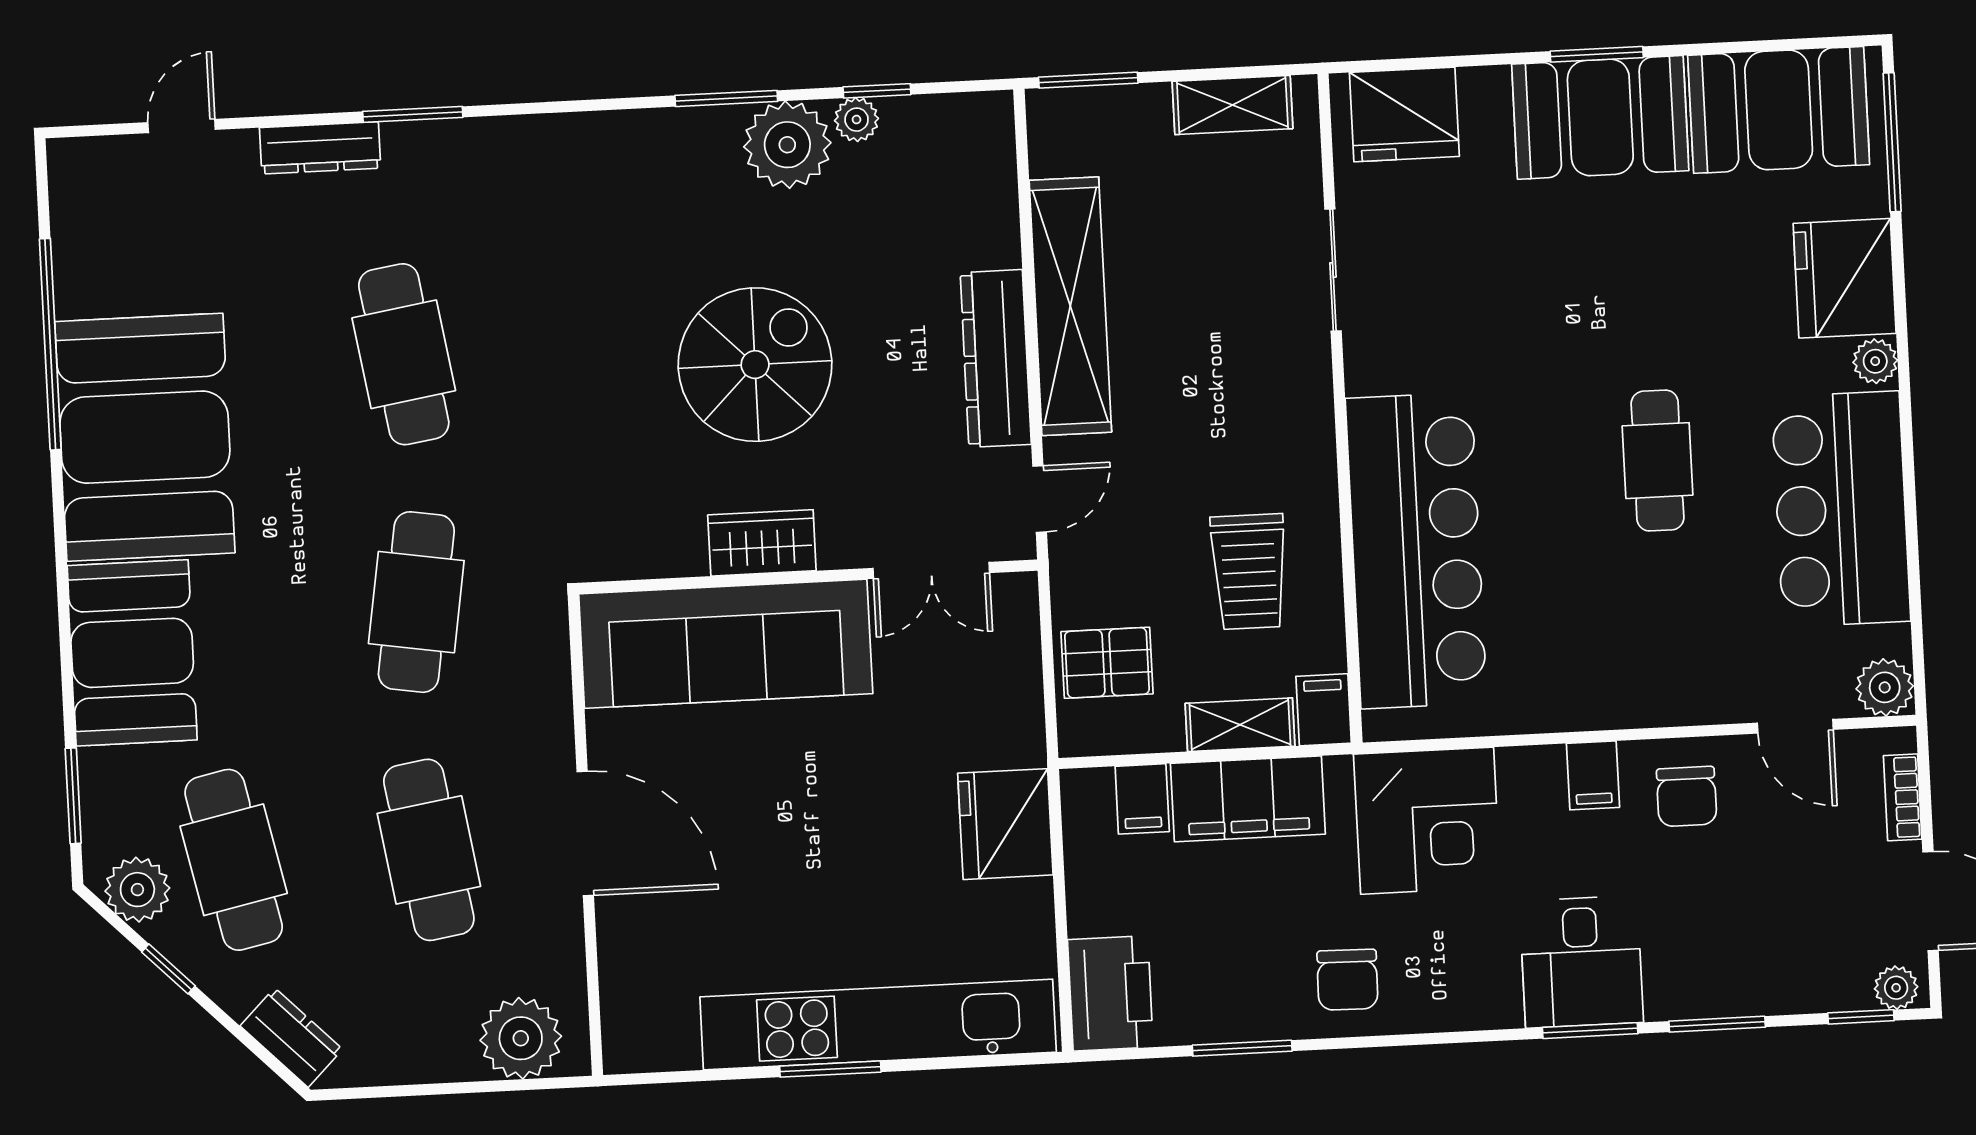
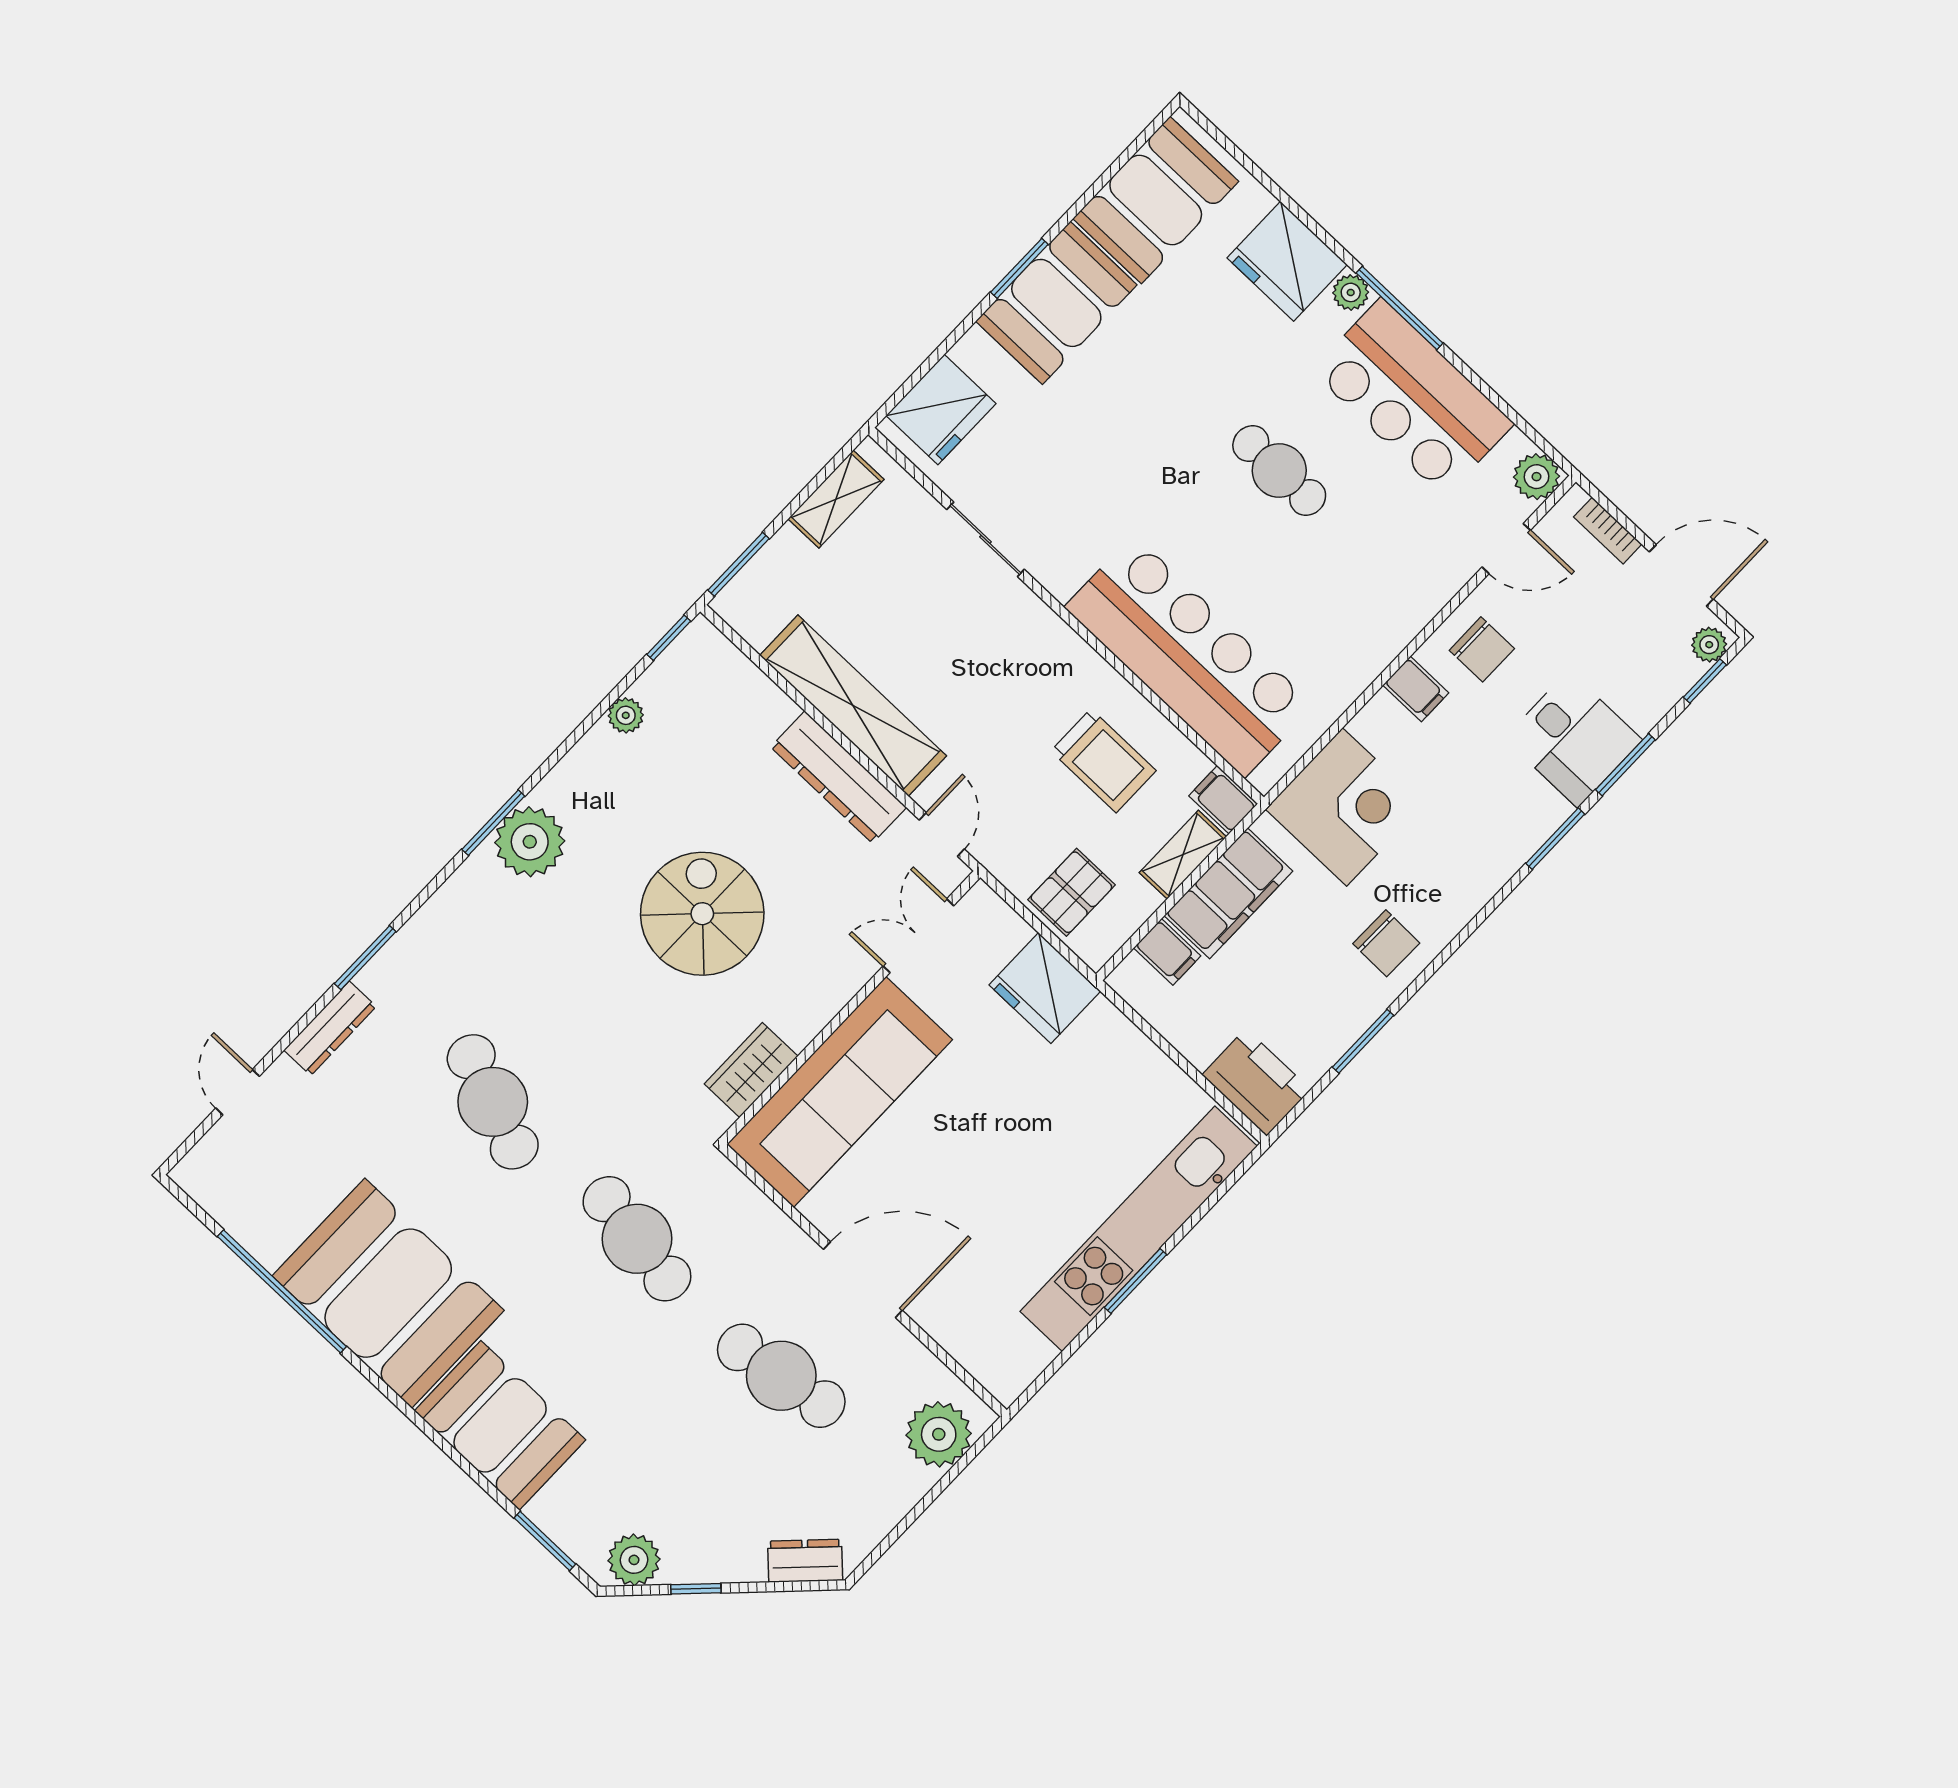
window: (877, 91) -> (669, 638), moved
window: (726, 98) -> (493, 823), moved
window: (1892, 142) -> (1400, 308), moved
plant: (787, 145) -> (530, 842), moved
cafe table: (404, 354) -> (493, 1102), turned 30
wardrobe: (762, 543) -> (751, 1070), moved
double door: (931, 570) -> (918, 936), swing flipped
fridge: (1005, 824) -> (1045, 988), moved
cafe table: (234, 860) -> (673, 1489), removed
desk: (1581, 962) -> (1573, 739), moved

